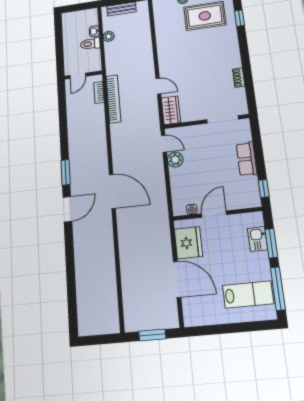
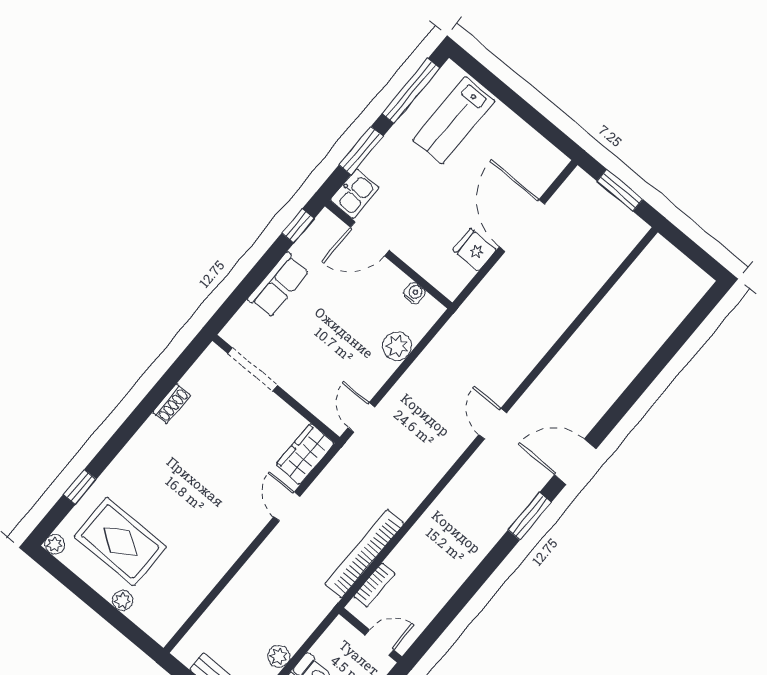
plant: (175, 160) -> (397, 346), moved
door: (112, 191) -> (493, 424), width x0.53
door: (214, 214) -> (370, 239), moved
kitchen sink: (258, 239) -> (355, 194), moved
fridge: (188, 243) -> (474, 250), width x0.53, depth x0.75
lab bench: (248, 294) -> (454, 120), turned -90

